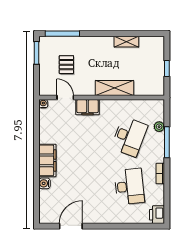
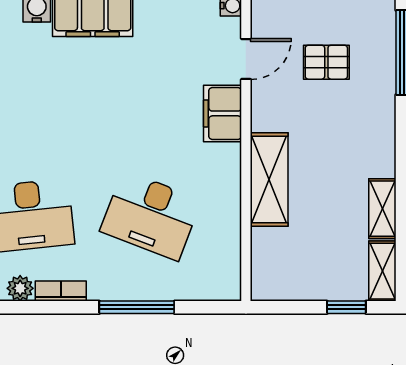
shelving: (152, 42) -> (382, 271), added
window: (167, 68) -> (346, 307), moved
plant: (159, 127) -> (20, 288), moved

